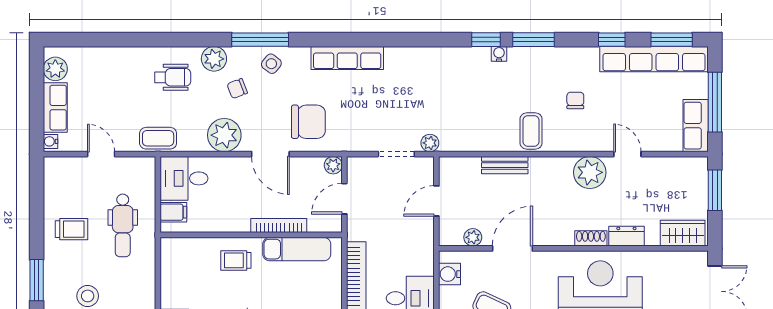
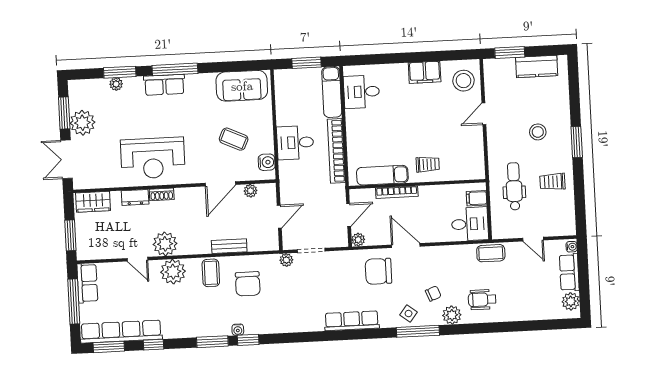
chair: (575, 100) -> (248, 284), moved, width x1.87, depth x1.87
plant: (224, 135) -> (173, 272), moved

